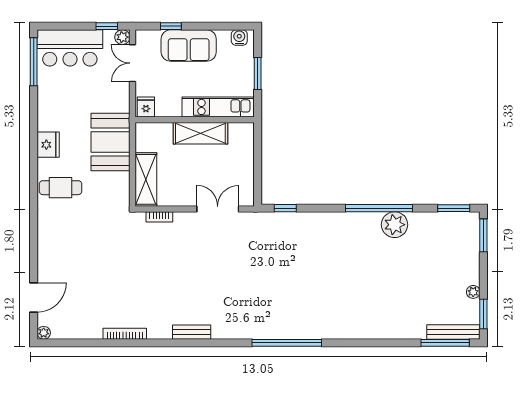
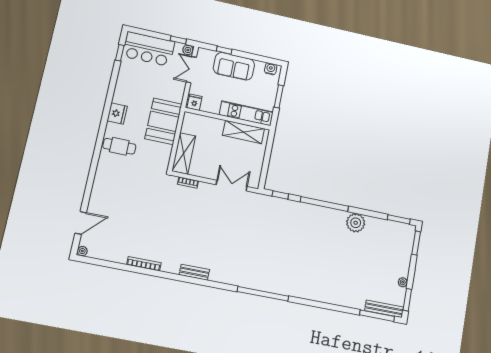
window: (34, 62) -> (120, 53), width x0.46
shelving: (200, 133) -> (244, 132), moved
window: (379, 208) -> (324, 204), moved

